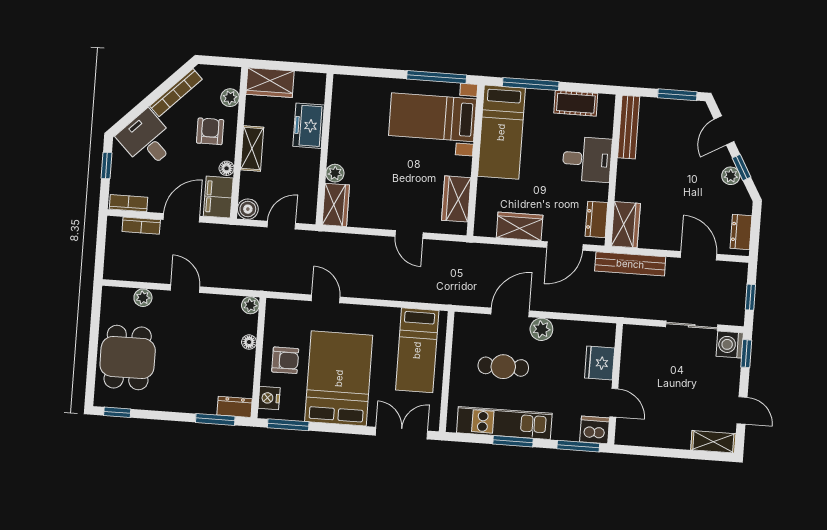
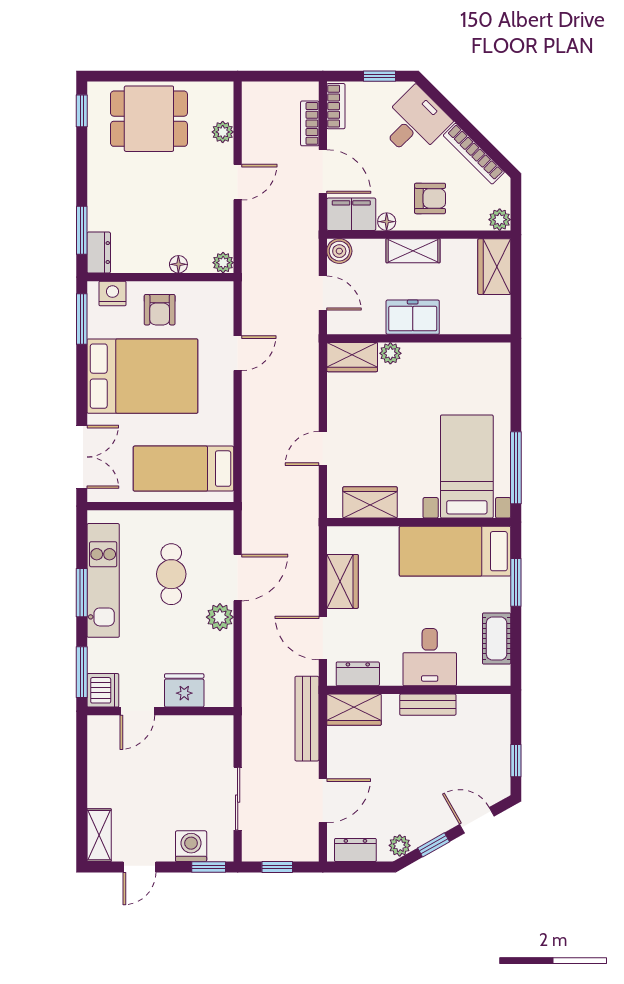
window: (531, 84) -> (516, 582), width x0.69
window: (677, 95) -> (516, 761), width x0.67
plant: (230, 98) -> (500, 220), moved
freezer: (309, 126) -> (413, 317), moved
bench: (629, 127) -> (428, 705), moved, width x0.73
plant: (731, 176) -> (400, 845), moved
door: (510, 312) -> (238, 578), hinge flipped
washing machine: (730, 345) -> (191, 846), moved

